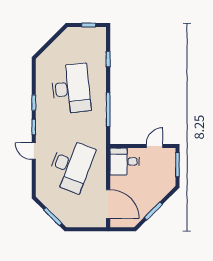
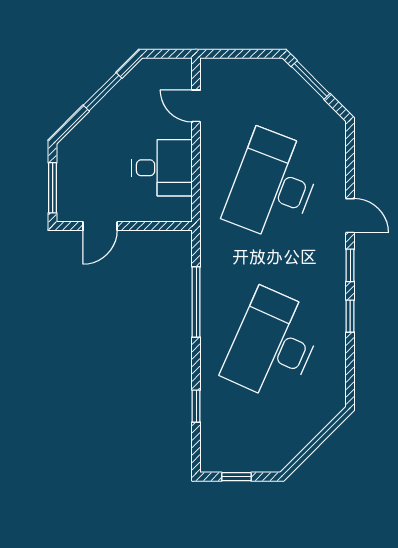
desk: (71, 89) -> (273, 345), turned 30
desk: (125, 161) -> (162, 168), moved
door: (108, 204) -> (196, 106), width x0.53

